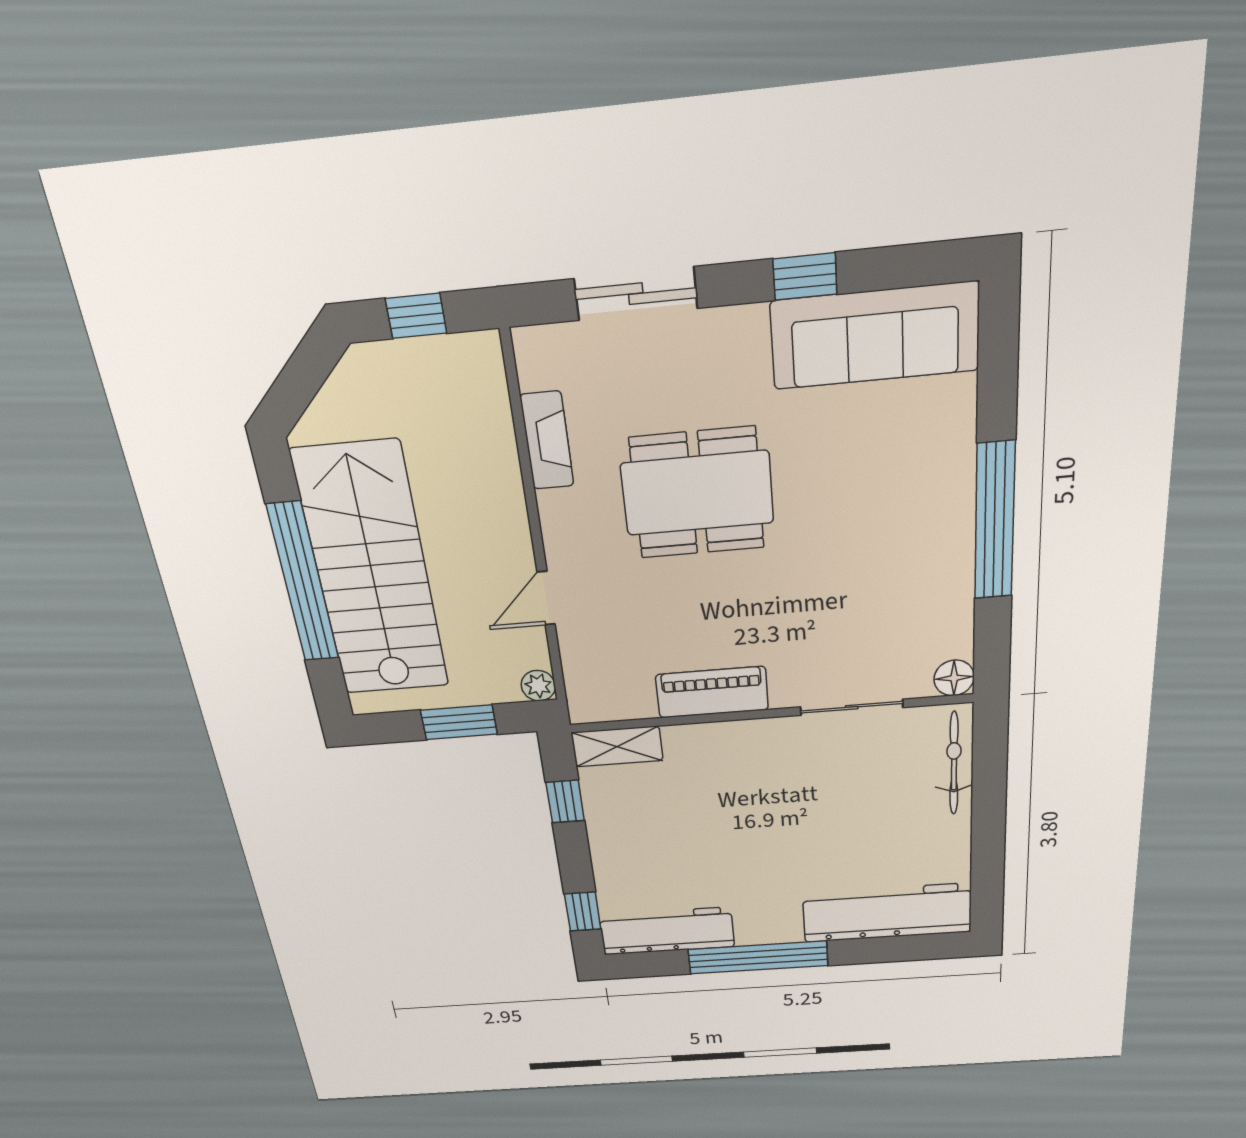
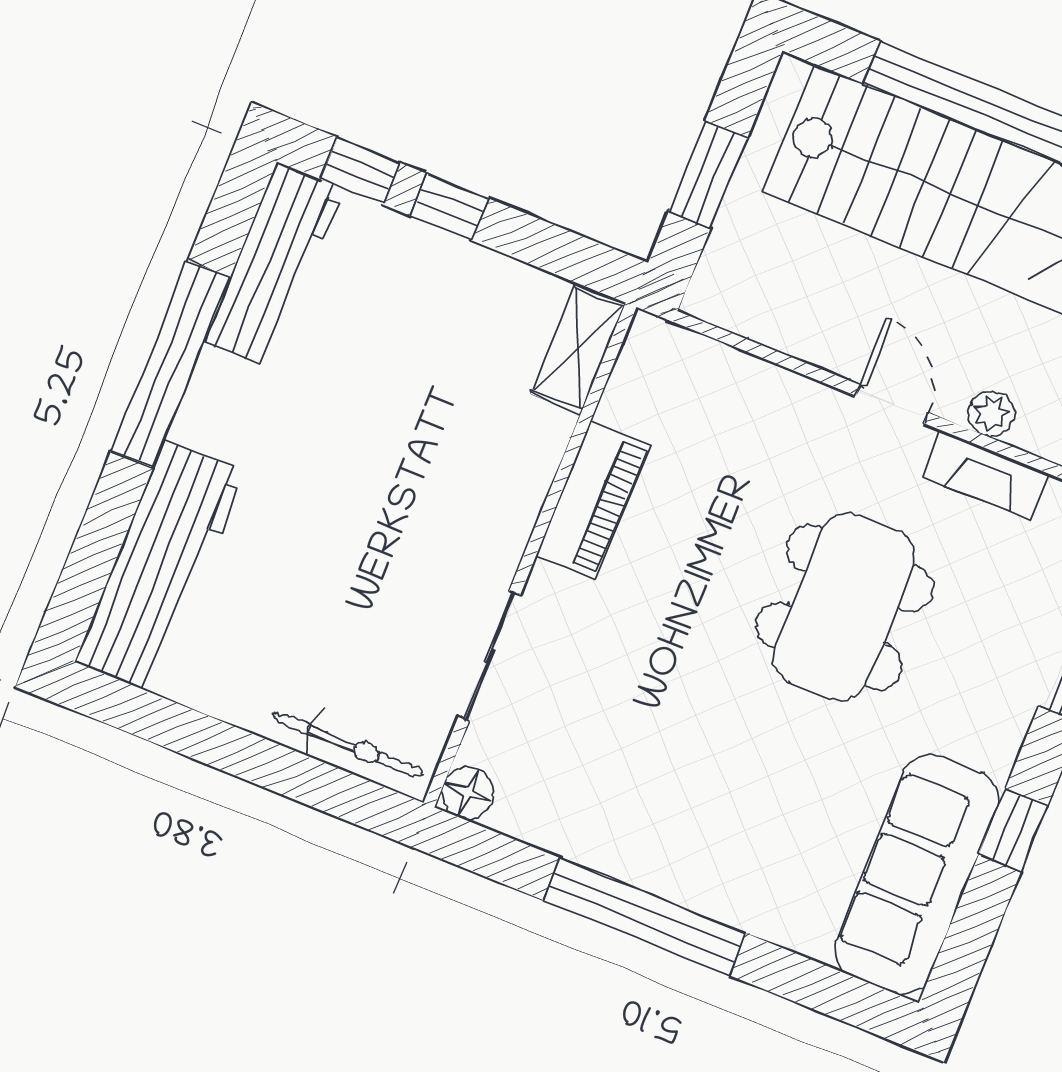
door: (546, 598) -> (892, 404), moved
plant: (538, 686) -> (991, 414), moved
window: (565, 801) -> (449, 207), moved

